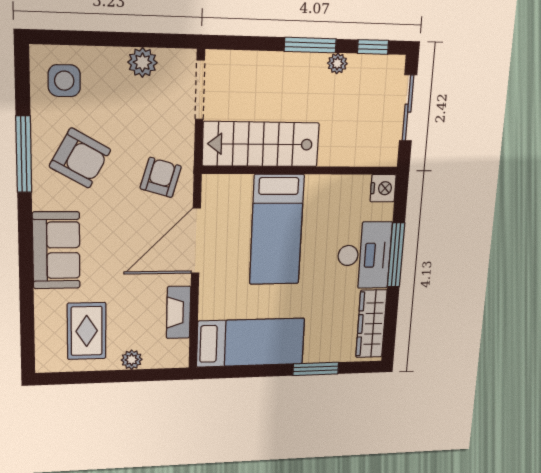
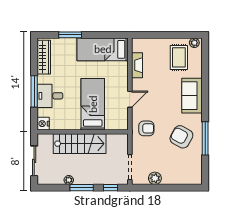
window: (373, 47) -> (111, 188), moved
side table: (64, 81) -> (188, 170), removed
stairs: (261, 144) -> (80, 144), moved
armchair: (161, 177) -> (146, 128), turned -106
door: (196, 241) -> (130, 99), width x0.53
desk: (364, 255) -> (50, 96), width x0.73
plant: (132, 360) -> (194, 43), moved

